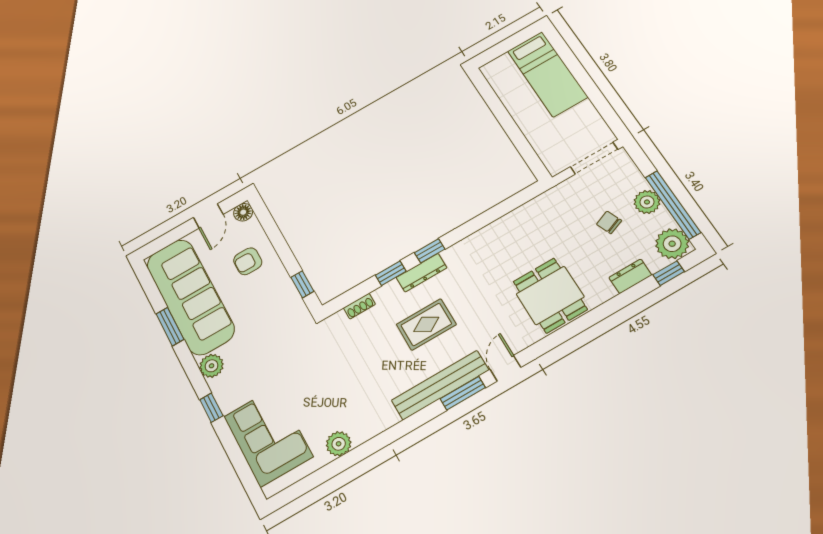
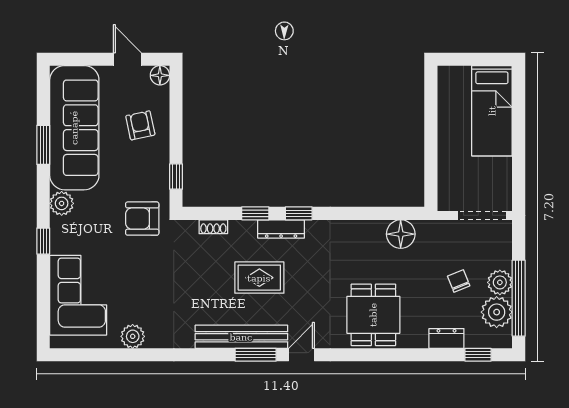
floor lamp: (532, 215) -> (401, 234), added
door: (208, 216) -> (127, 59), swing flipped
plant: (672, 244) -> (497, 312), moved
armchair: (248, 261) -> (140, 125), turned 78
armchair: (291, 336) -> (142, 219), added

